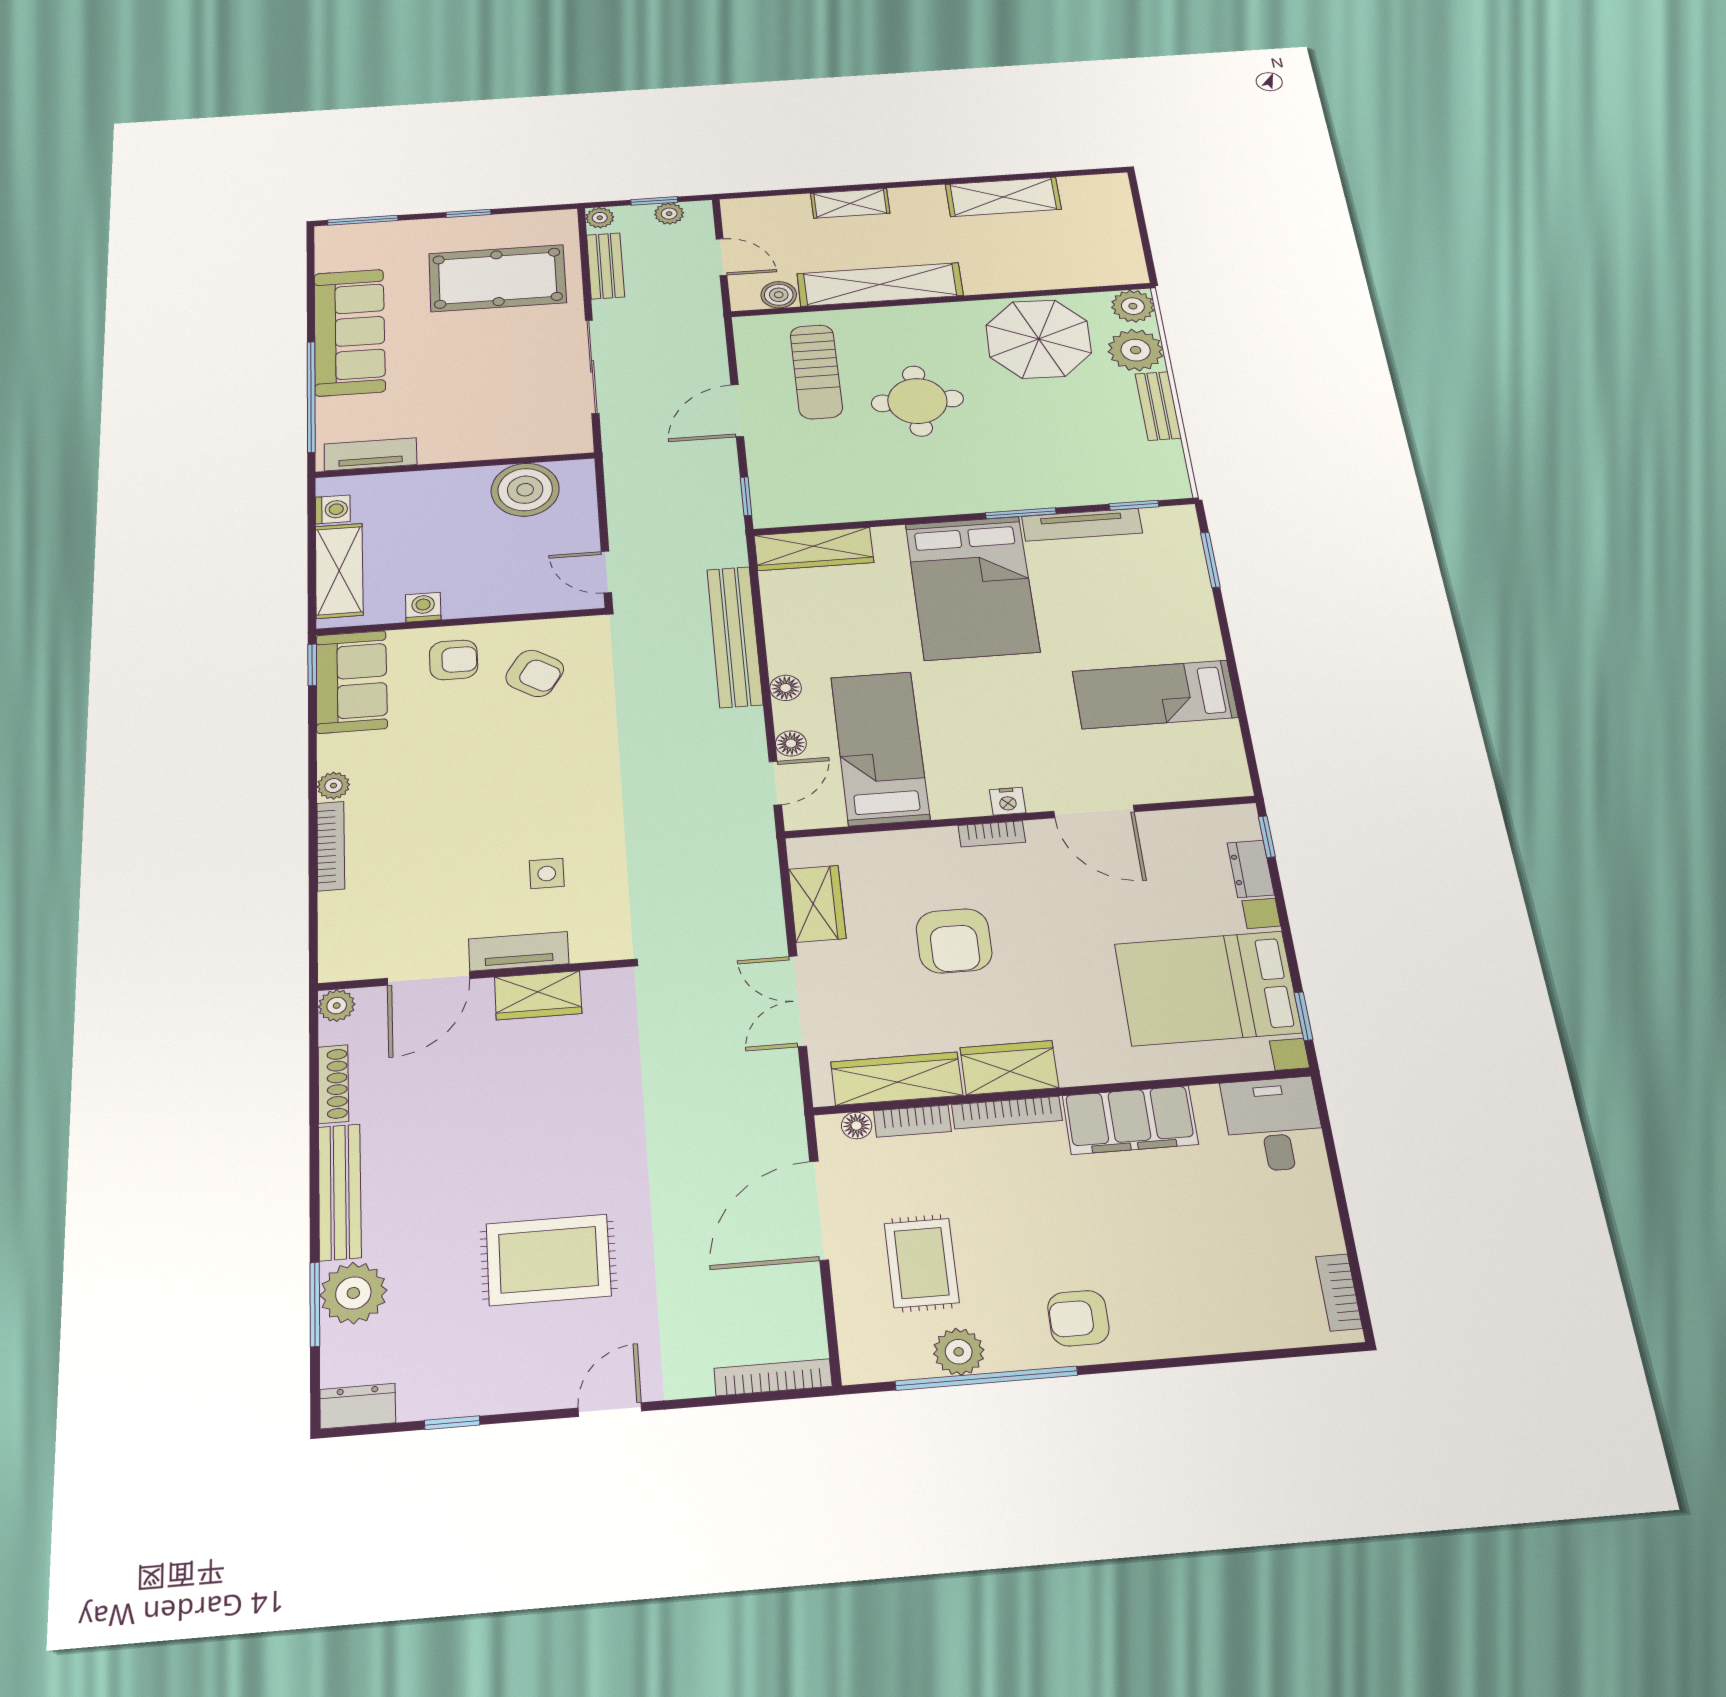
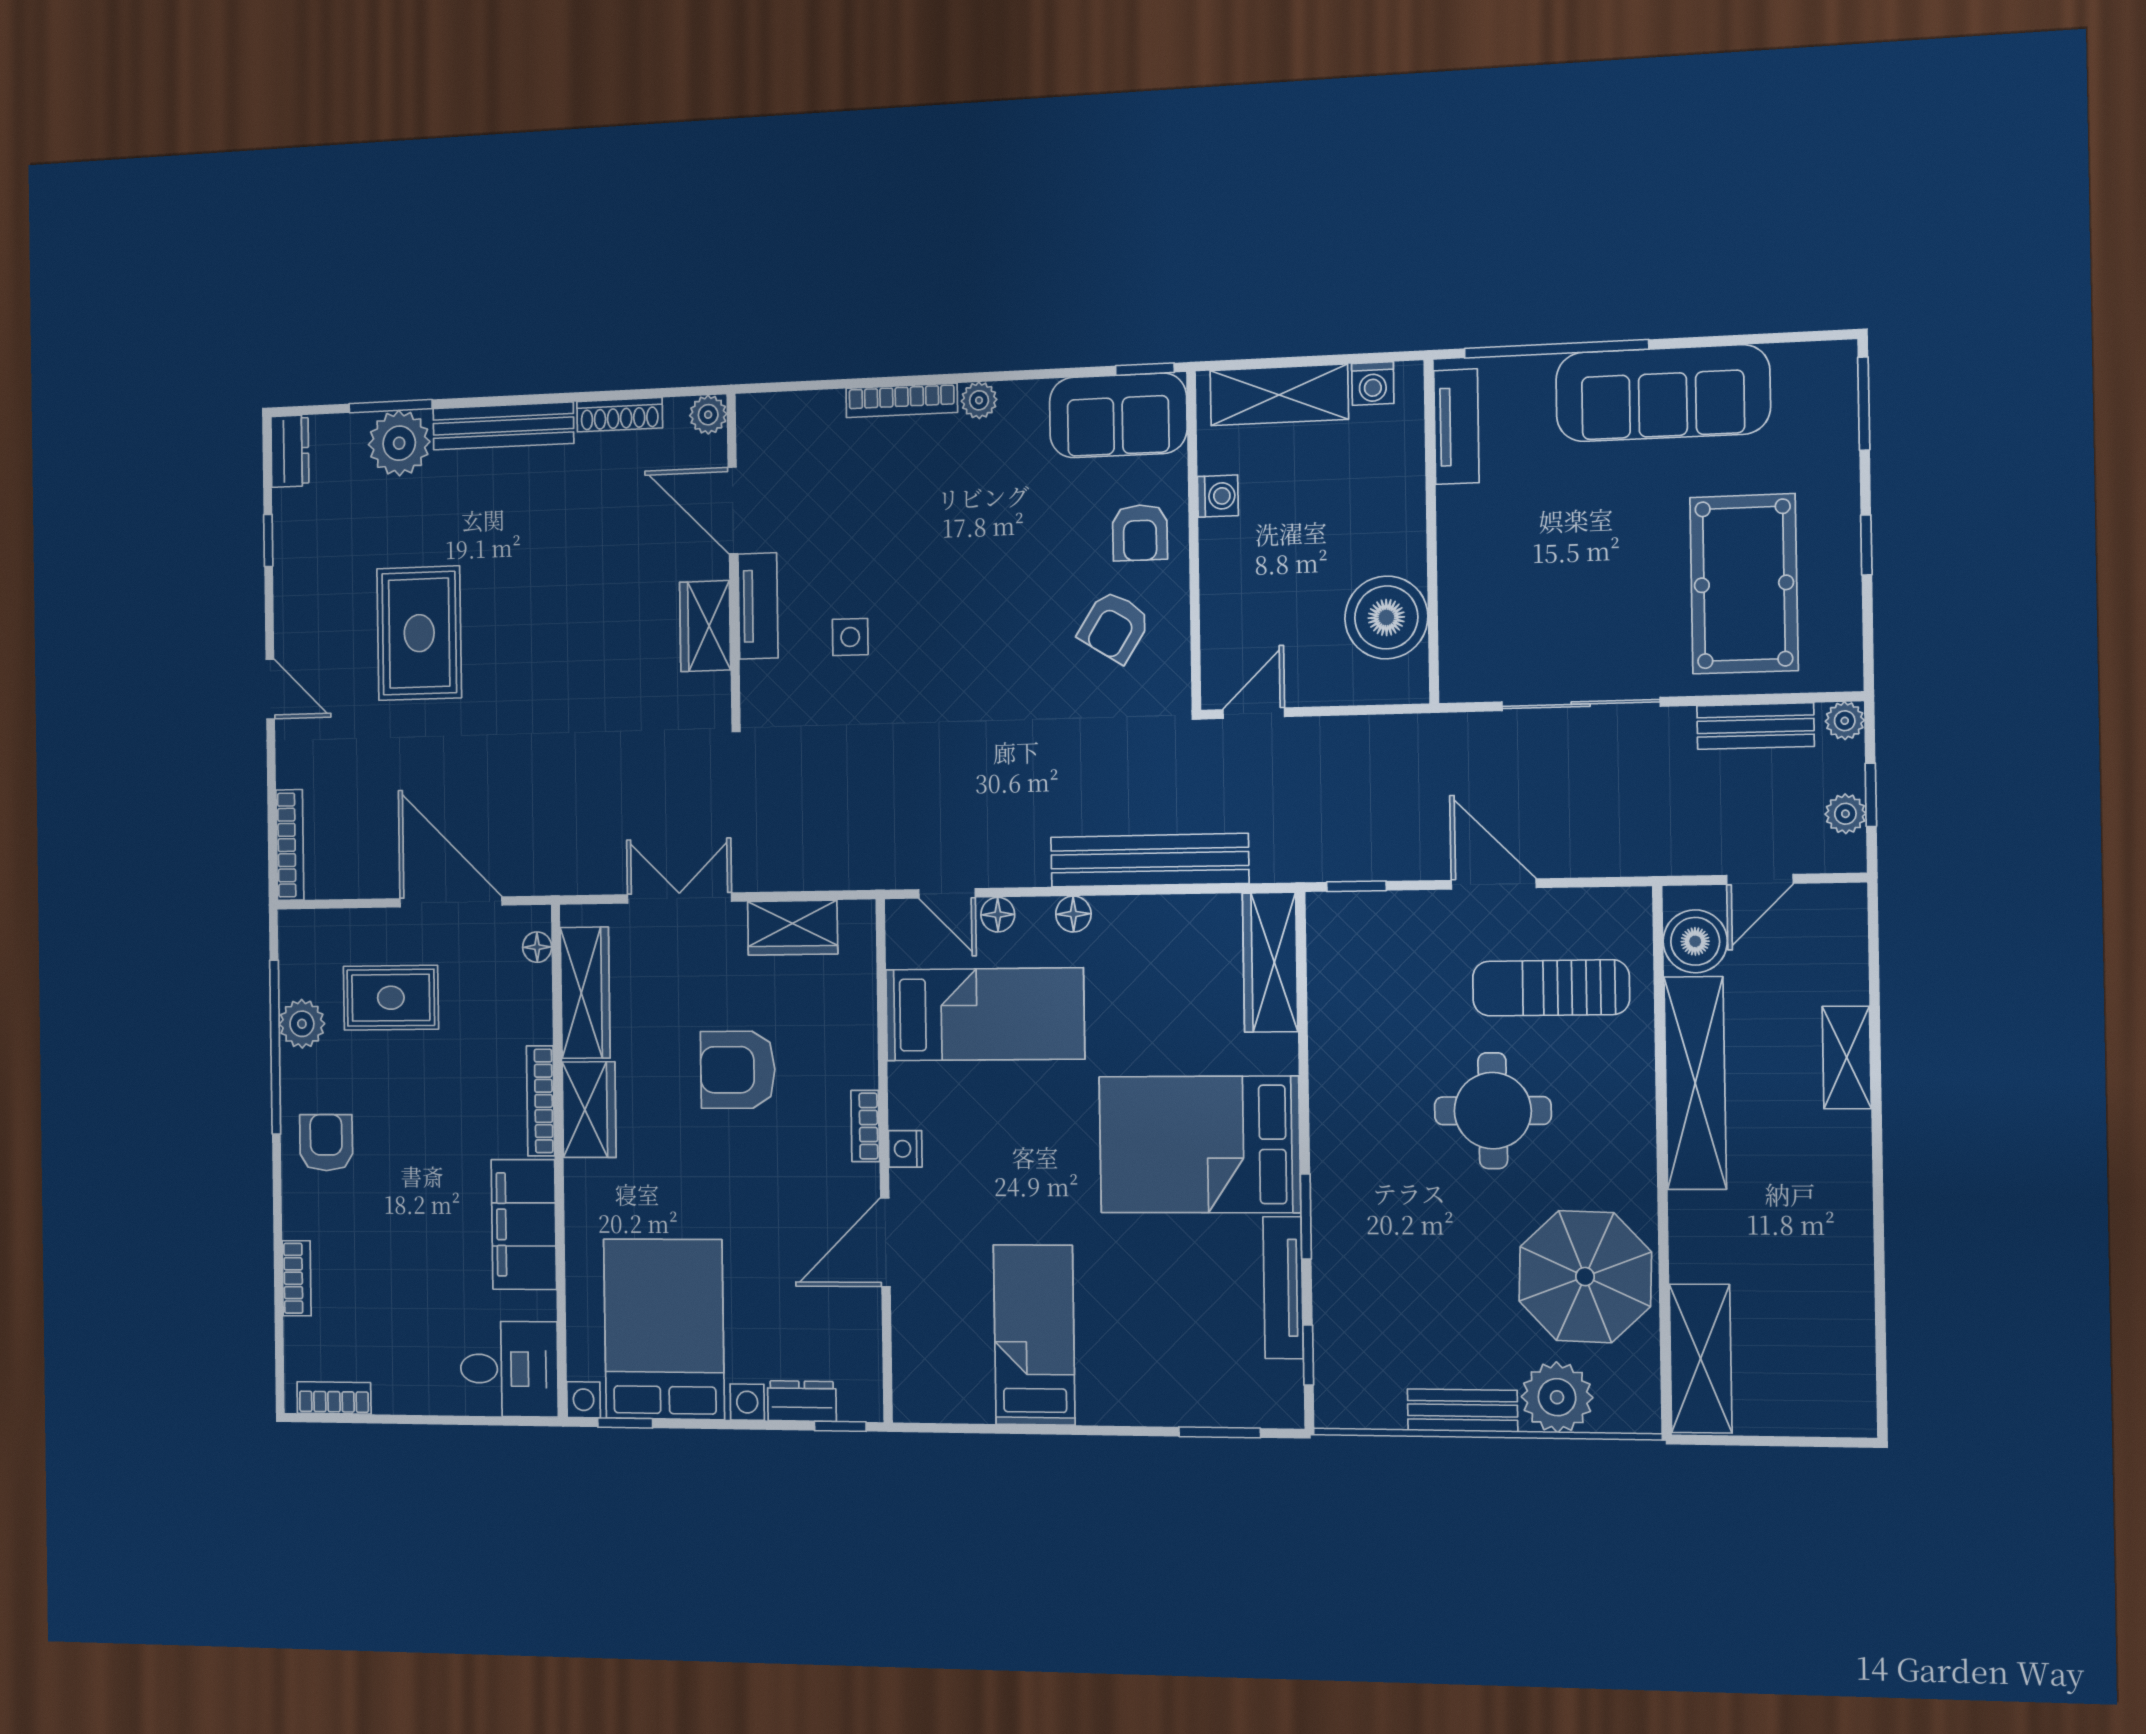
shelving: (1003, 197) -> (1701, 1358), moved
boiler: (779, 295) -> (1695, 941), width x1.36, depth x1.36
plant: (1133, 306) -> (1633, 1406), removed
bookcase: (912, 1121) -> (297, 1278), moved, turned 180

